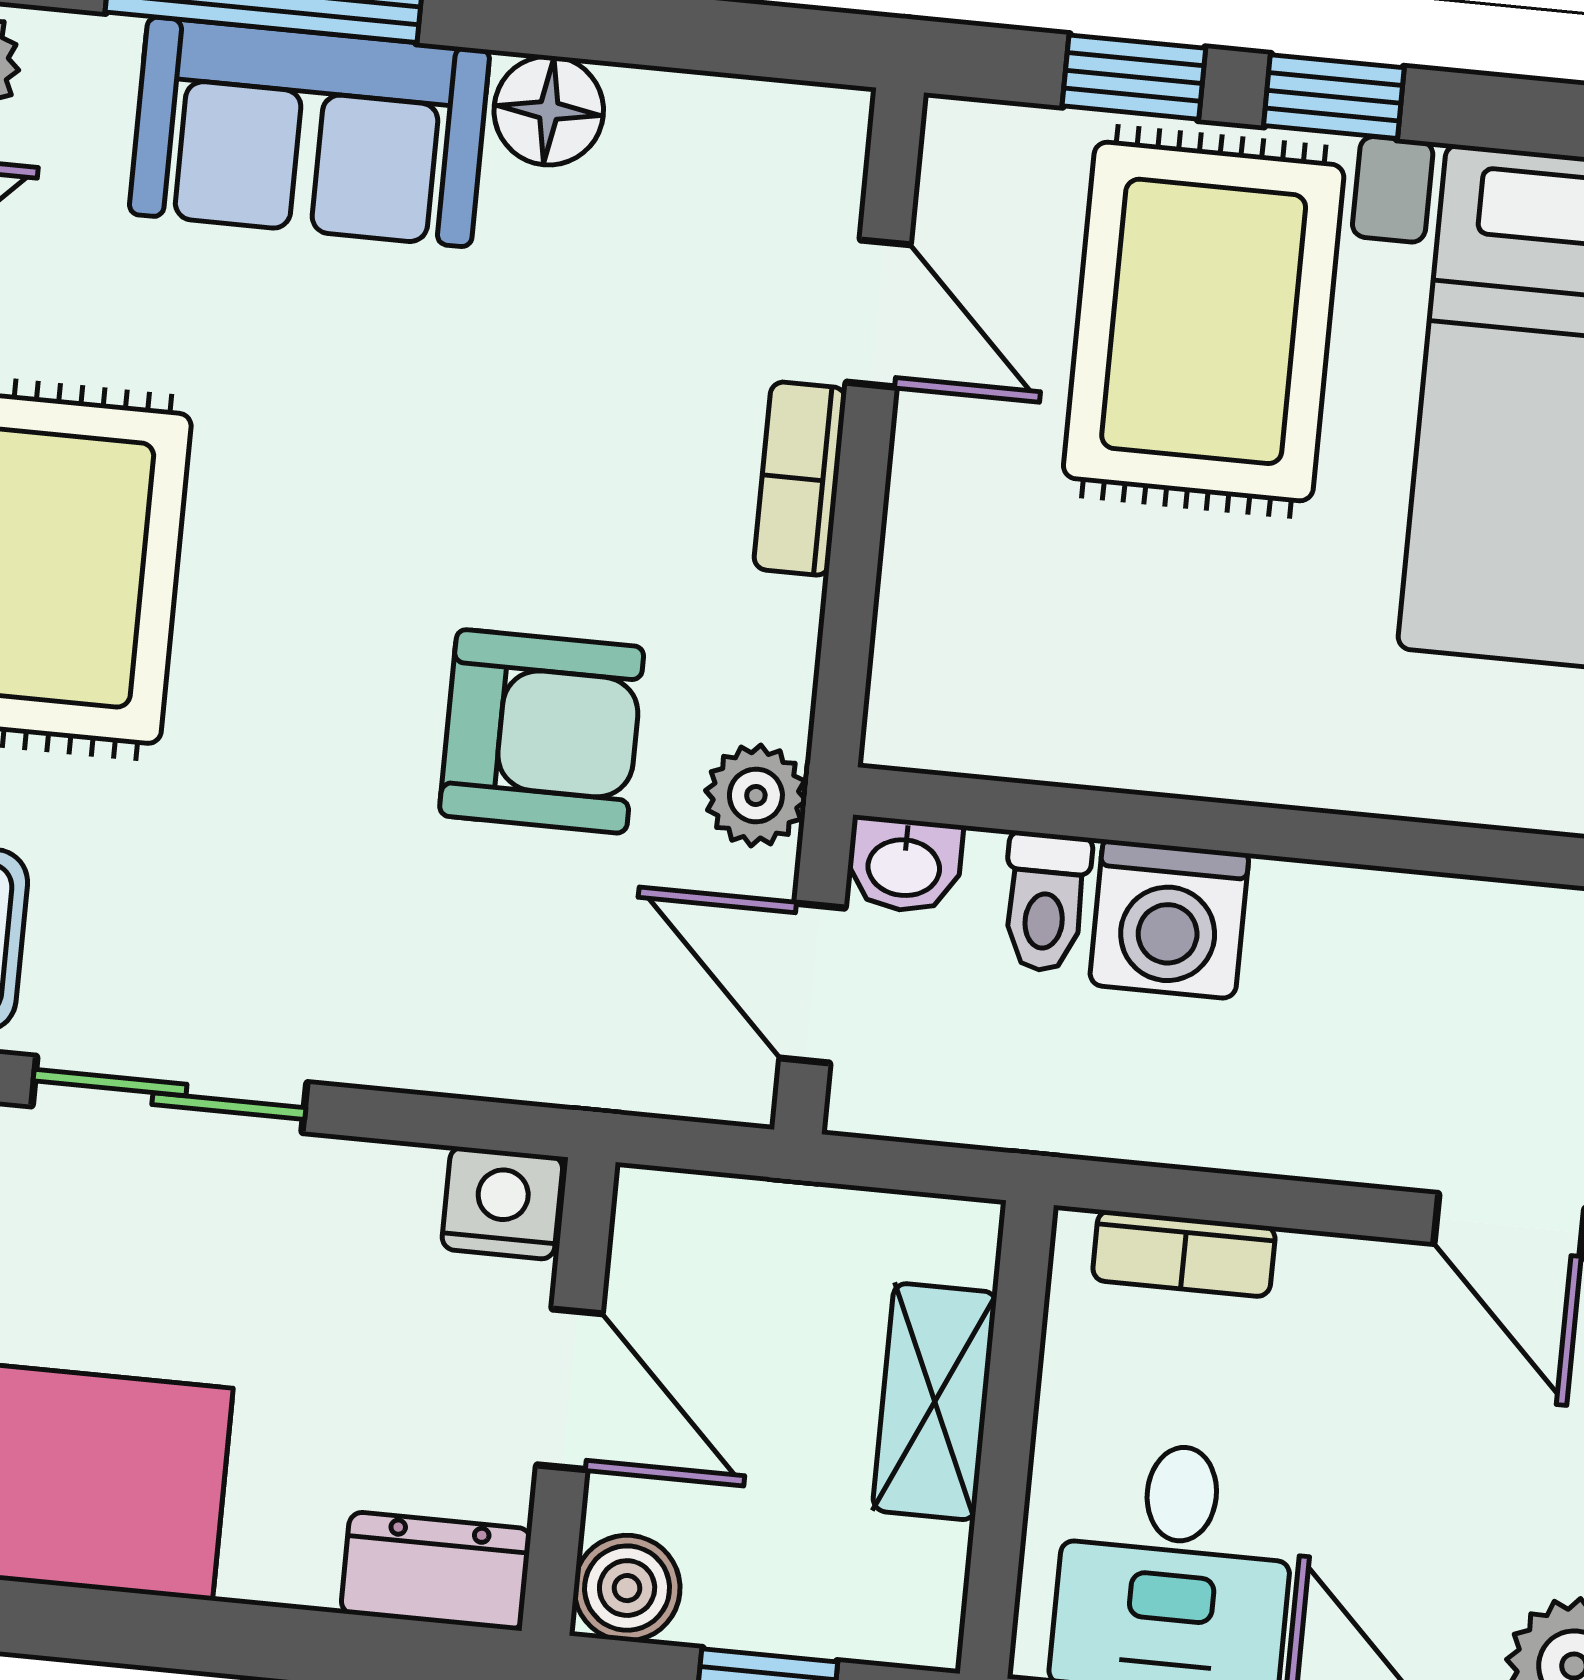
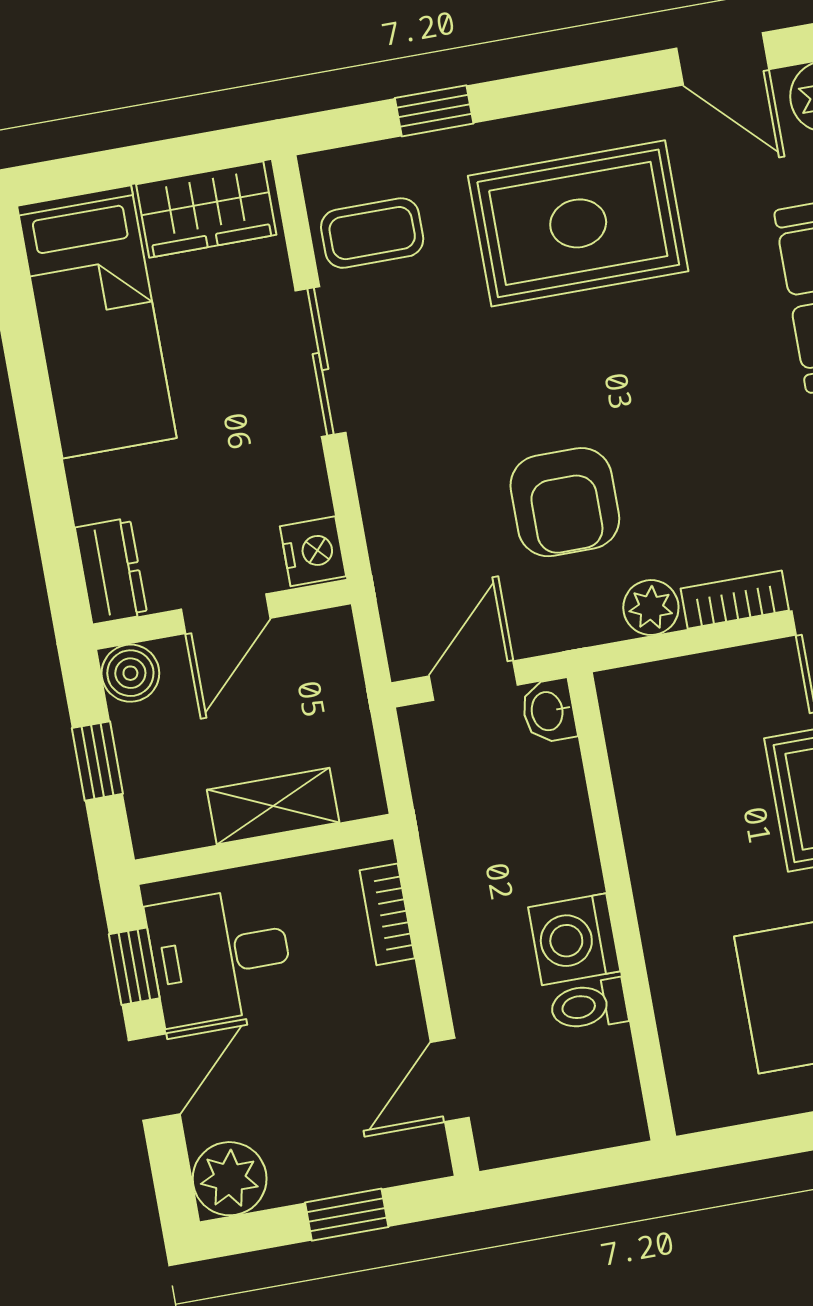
plant: (756, 795) -> (651, 608), moved
toilet: (1045, 902) -> (589, 1005), moved
washing machine: (1169, 919) -> (574, 939), moved

